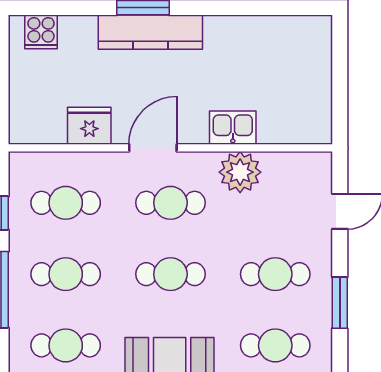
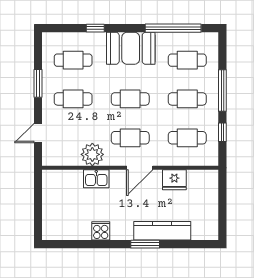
cooker: (41, 32) -> (101, 231), moved
kitchen counter: (150, 32) -> (162, 231), moved

